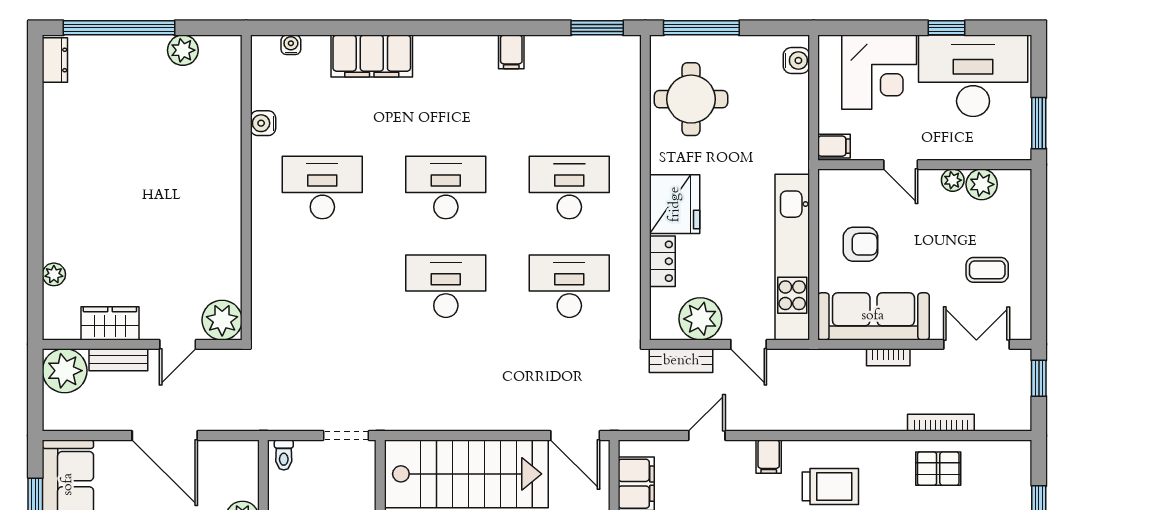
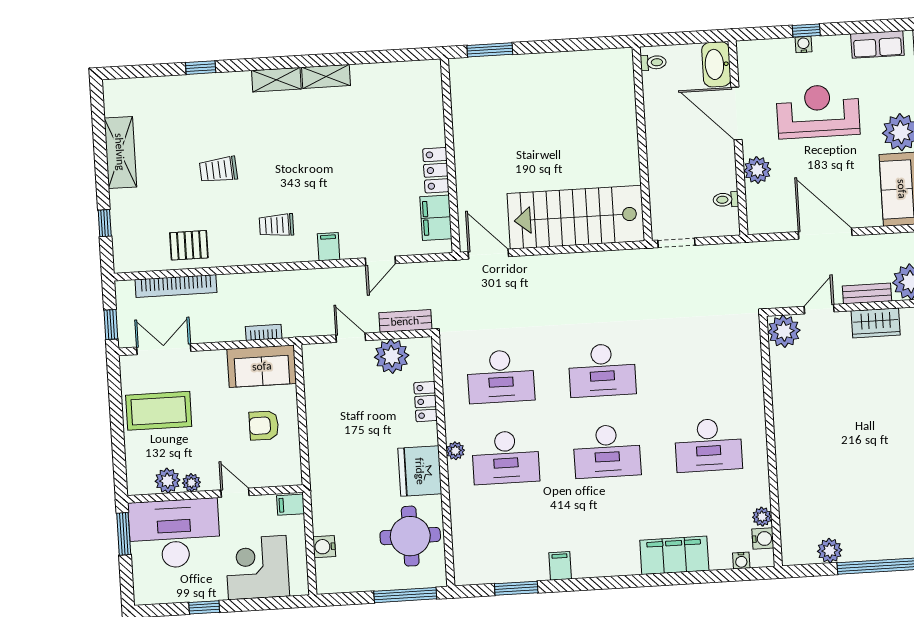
window: (597, 28) -> (516, 588), moved
water cooler: (796, 60) -> (324, 547), moved
desk: (973, 76) -> (174, 534), moved, turned 180
plant: (262, 96) -> (762, 517), added
water cooler: (263, 123) -> (763, 539), moved
plant: (630, 199) -> (455, 451), added
fridge: (675, 204) -> (420, 471), moved
kitchen unit: (792, 257) -> (319, 411), removed
coffee table: (987, 270) -> (159, 411), width x1.86, depth x1.72
sofa: (873, 316) -> (262, 366), width x0.73
double door: (976, 344) -> (164, 349), swing flipped
bookcase: (888, 357) -> (264, 332), moved
bookcase: (941, 423) -> (176, 286), width x1.48, depth x1.31
toilet: (284, 455) -> (726, 200), moved, turned -90
trolley: (830, 486) -> (276, 225), width x0.73, depth x0.72

